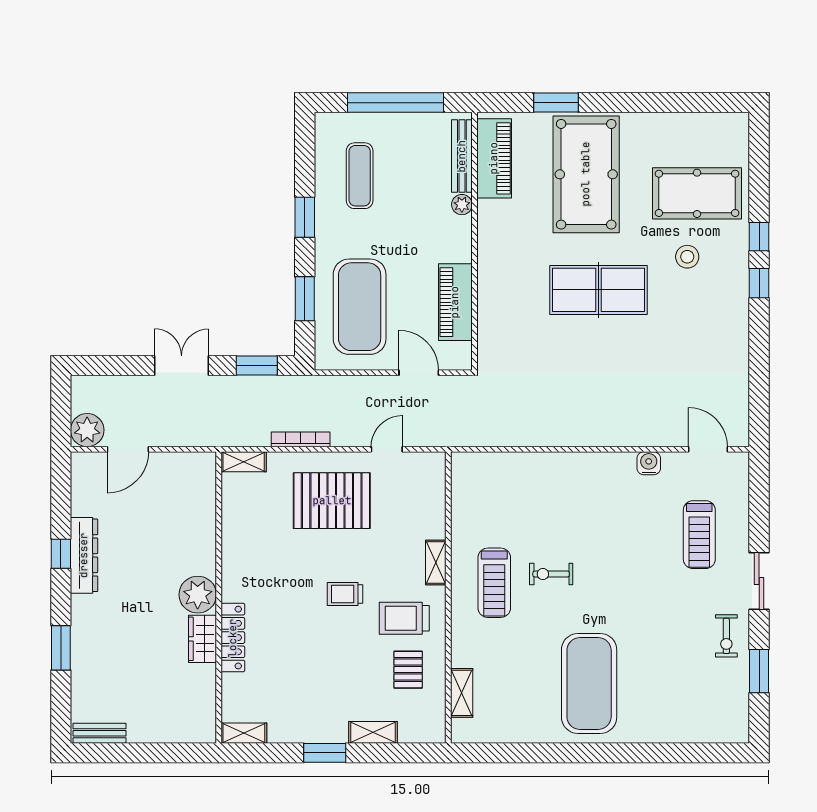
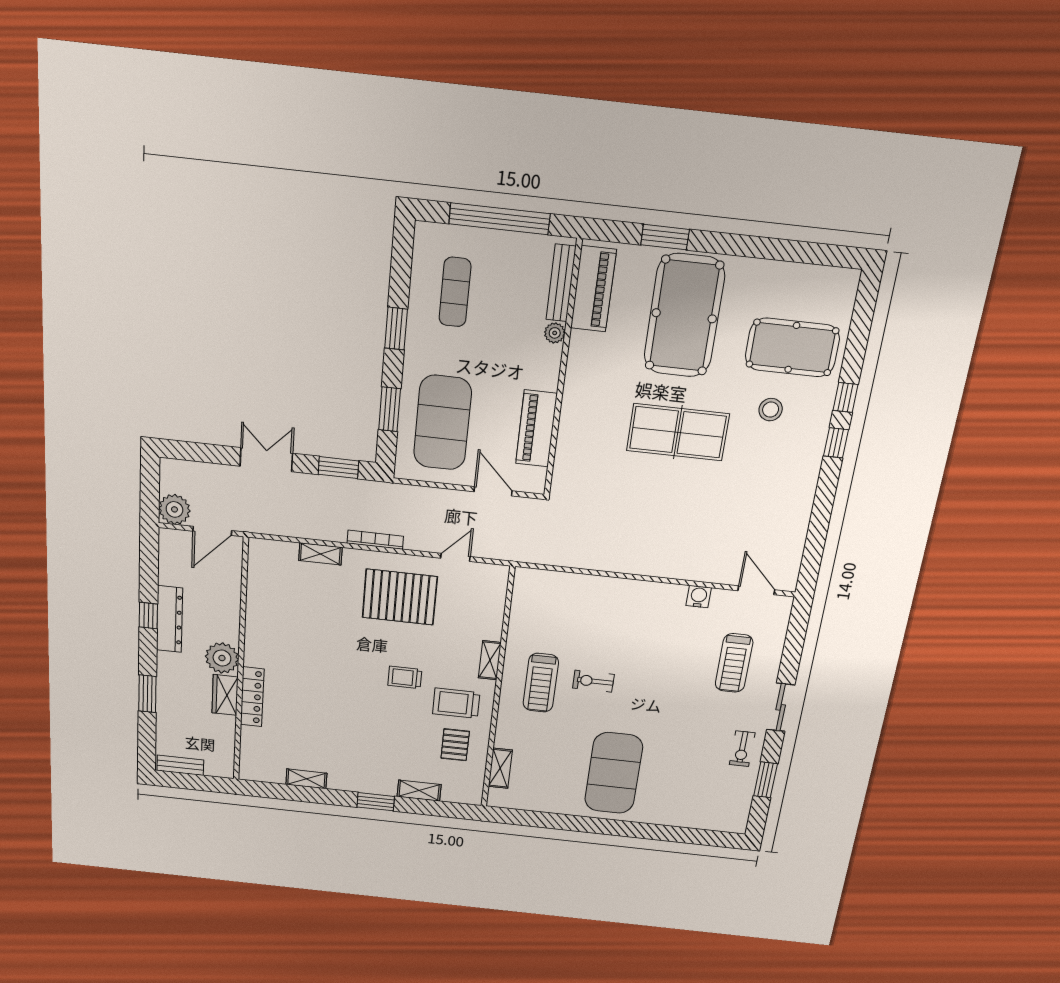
plant: (198, 595) -> (222, 658), moved
wall: (219, 597) -> (241, 662), moved
locker: (233, 638) -> (252, 697), moved
wardrobe: (203, 639) -> (225, 695), moved

